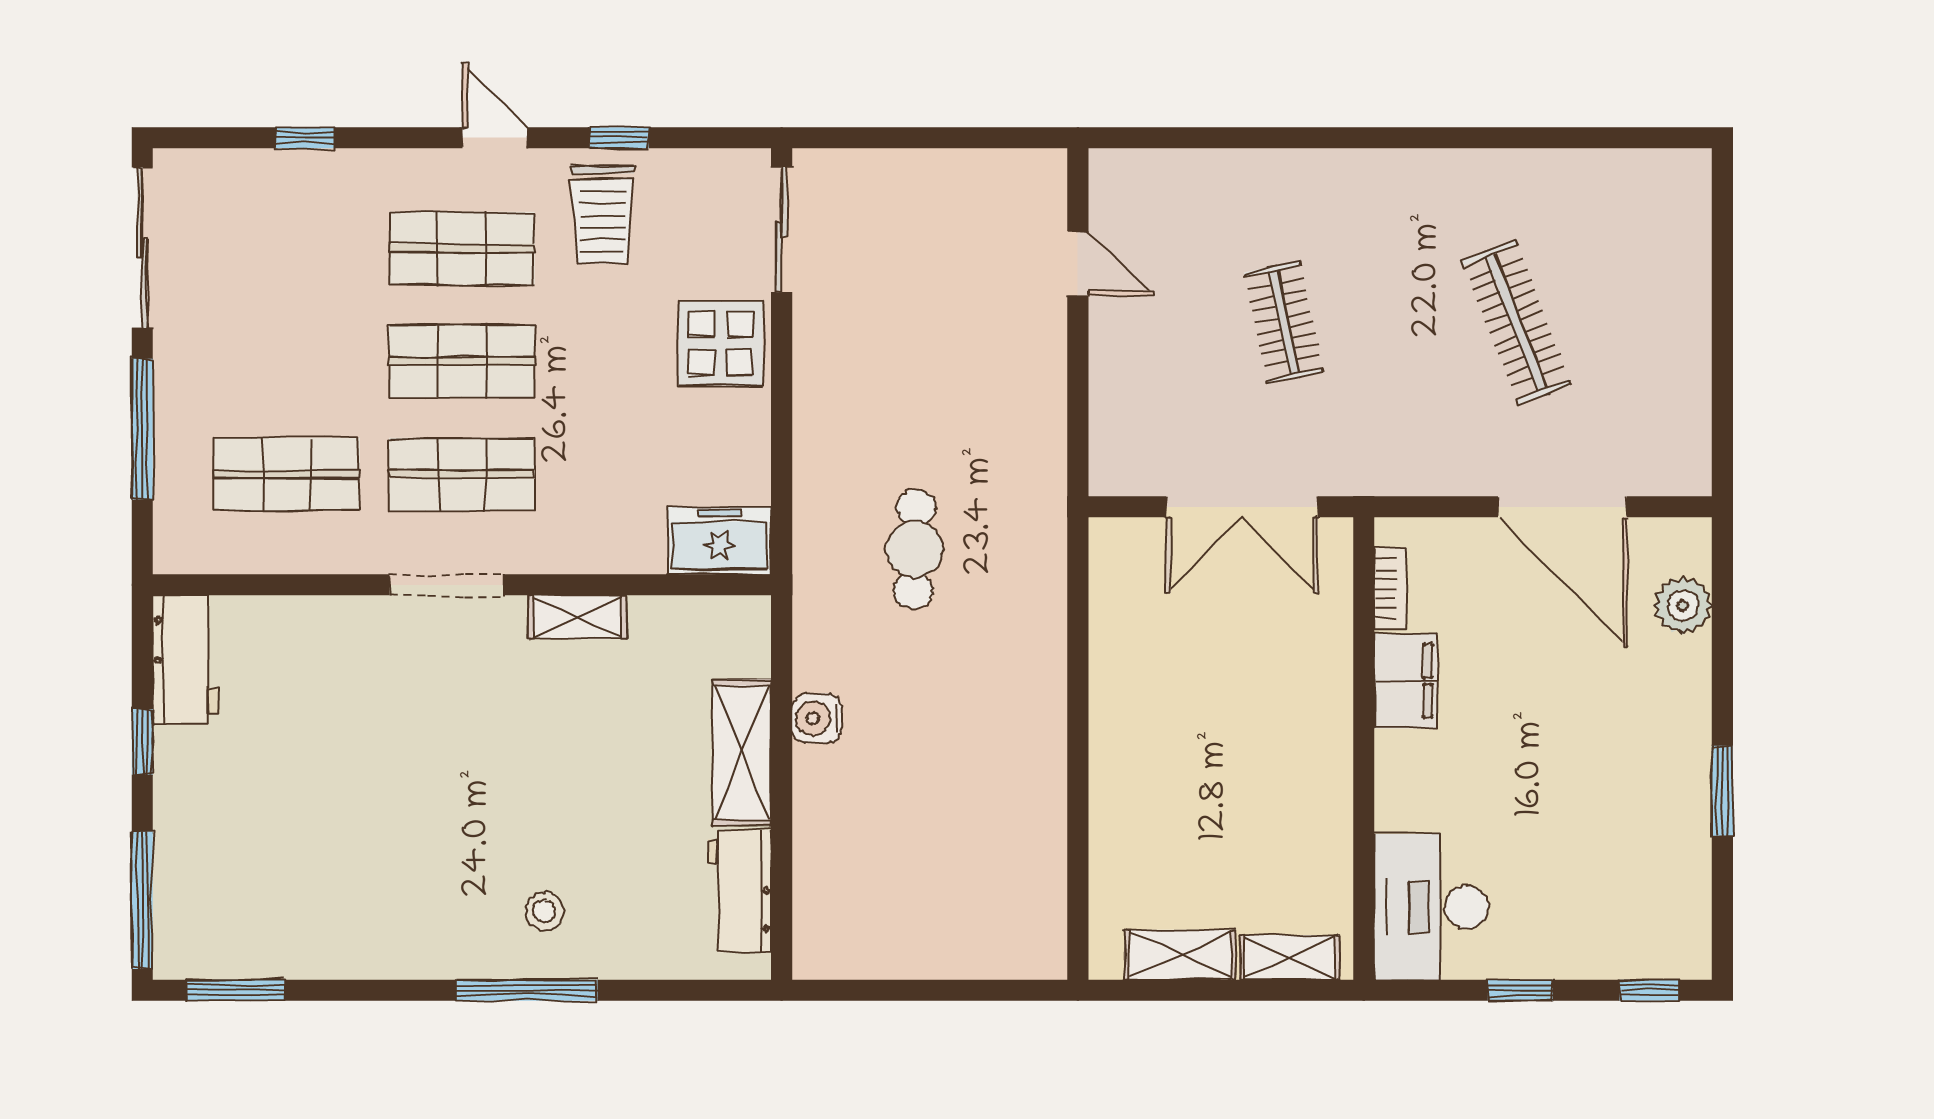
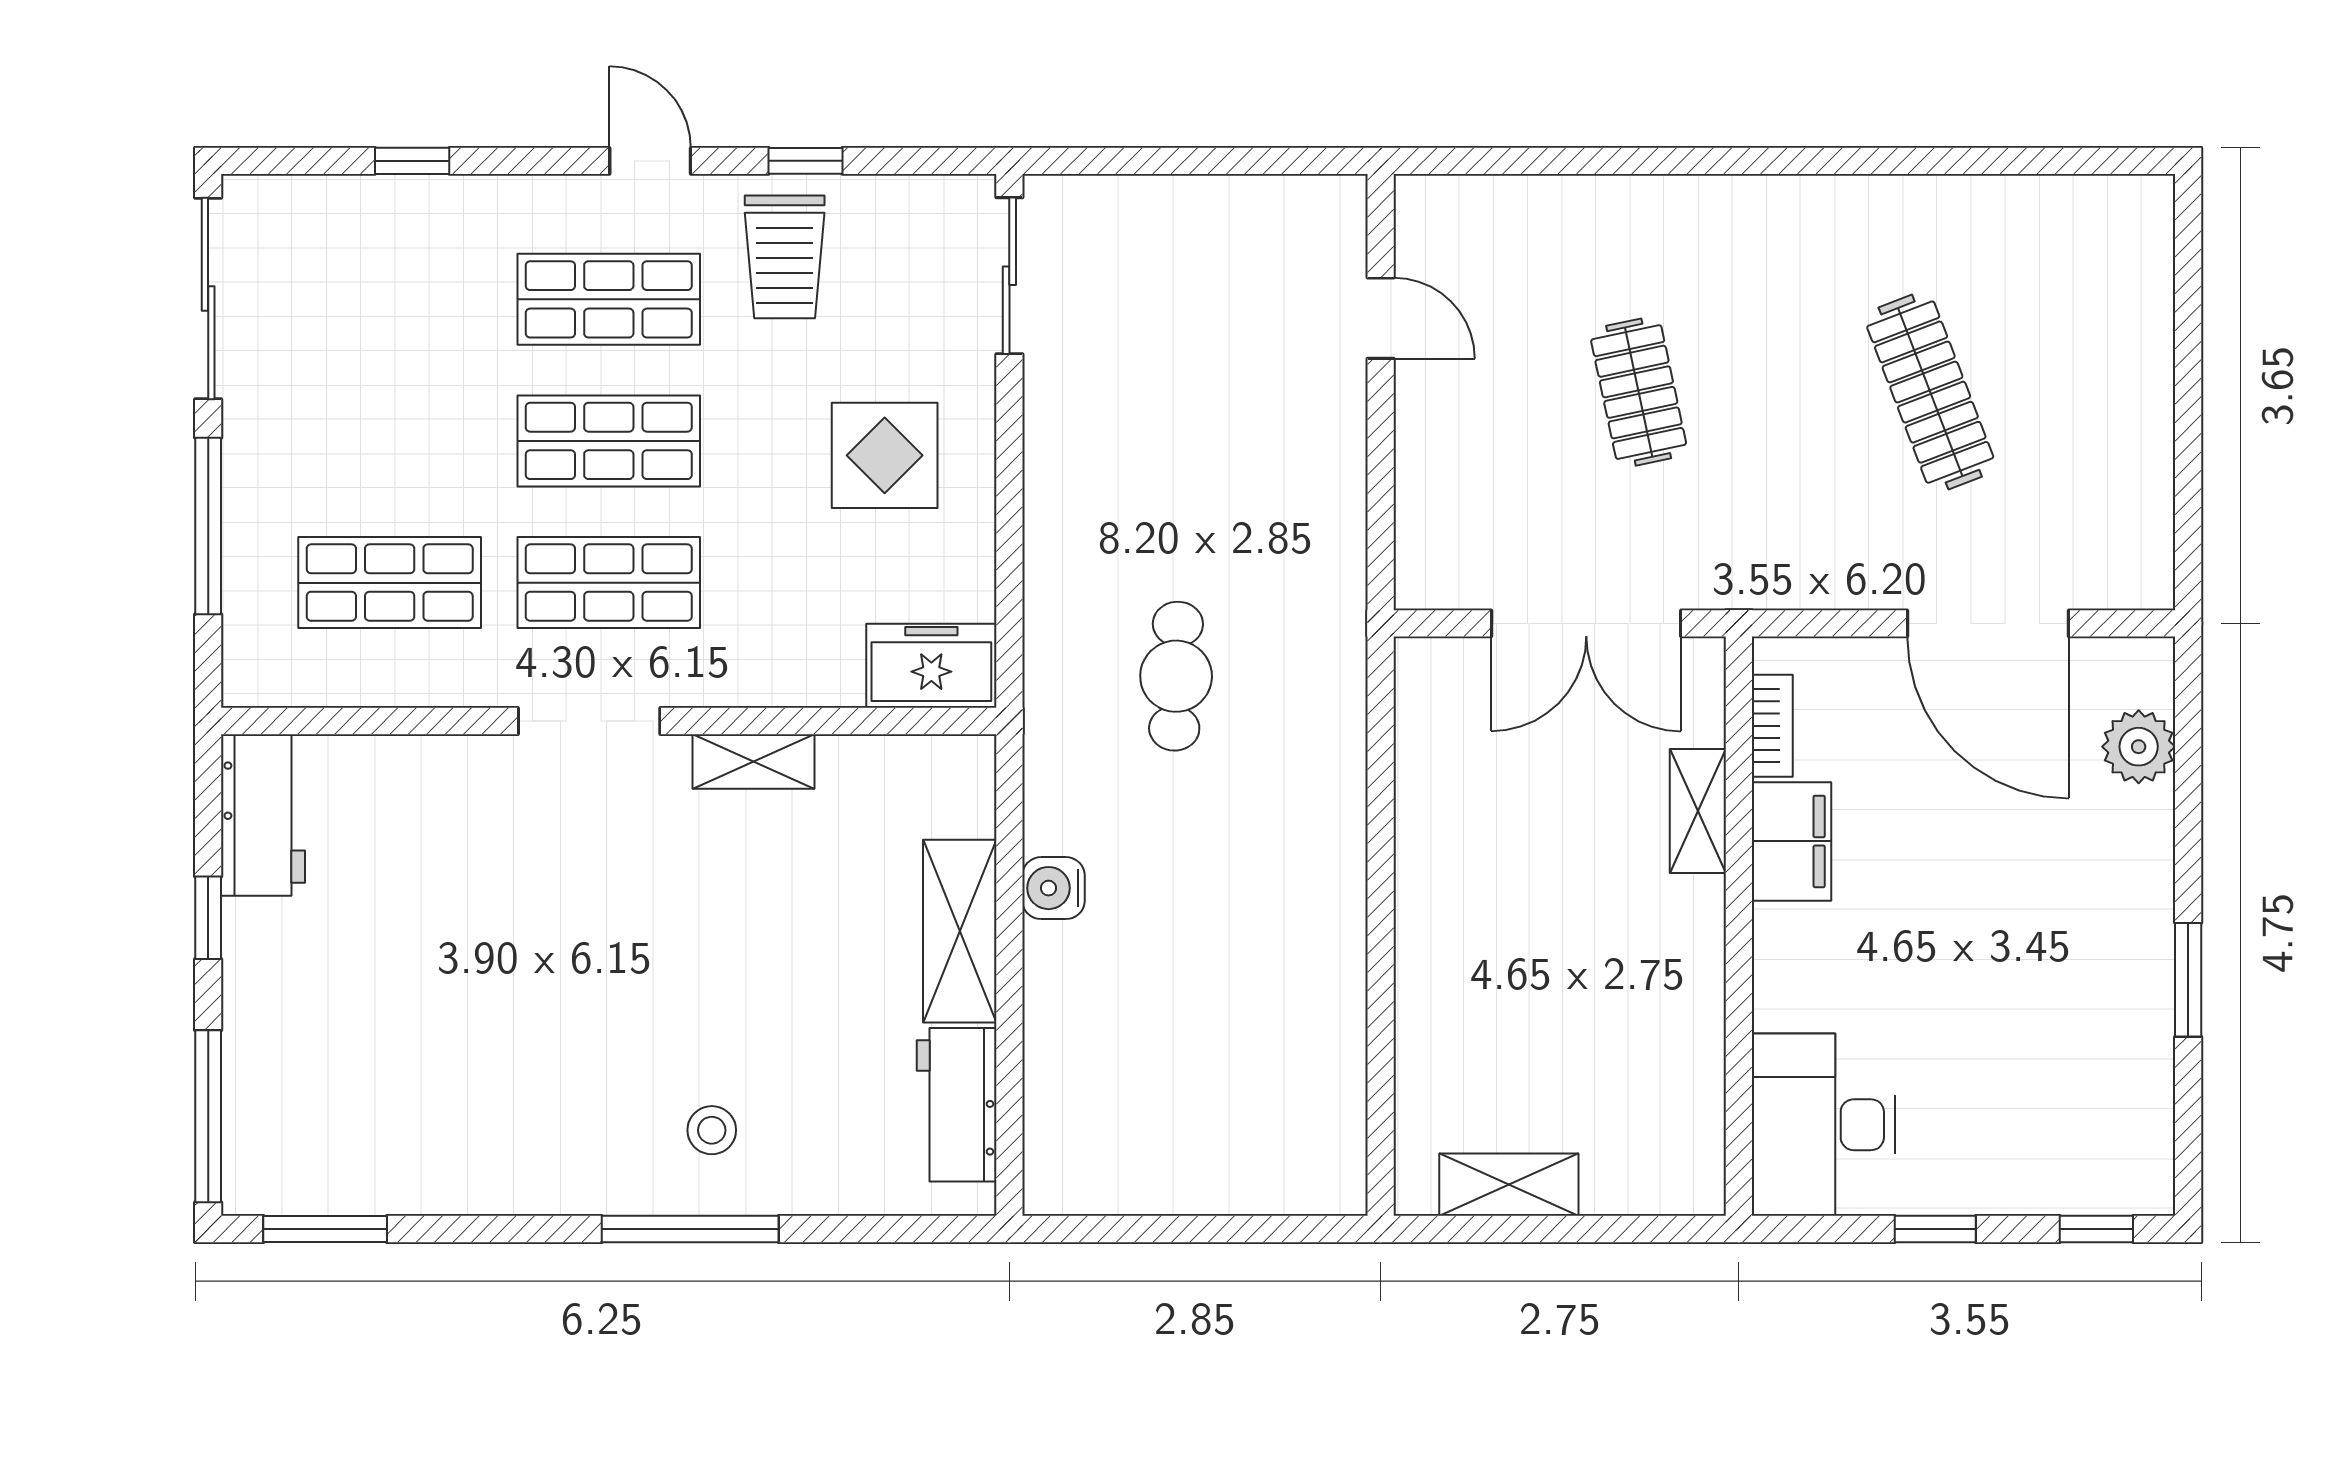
display table: (721, 343) -> (885, 455), moved
shelving: (1289, 958) -> (1698, 811), moved, turned 90

